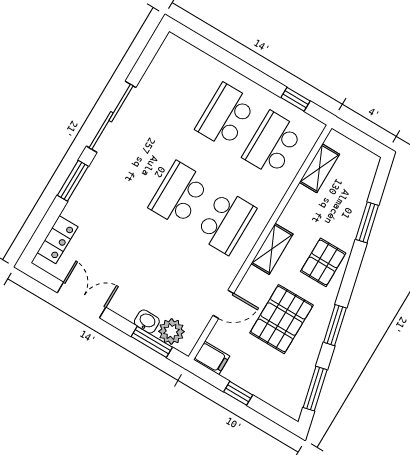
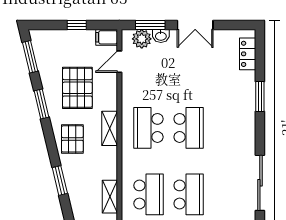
sliding door: (111, 117) -> (260, 183), moved
double door: (82, 300) -> (195, 25), moved
door: (223, 304) -> (119, 62), moved

